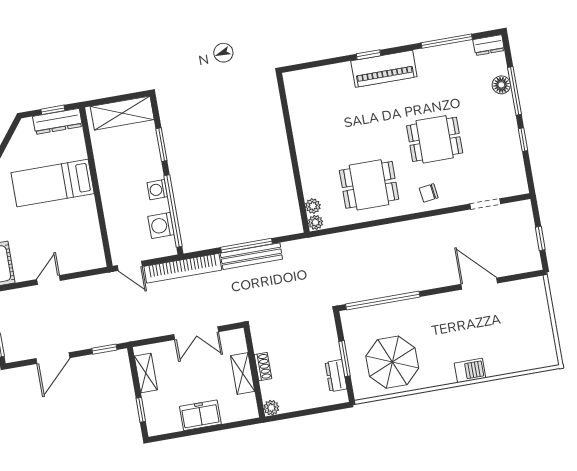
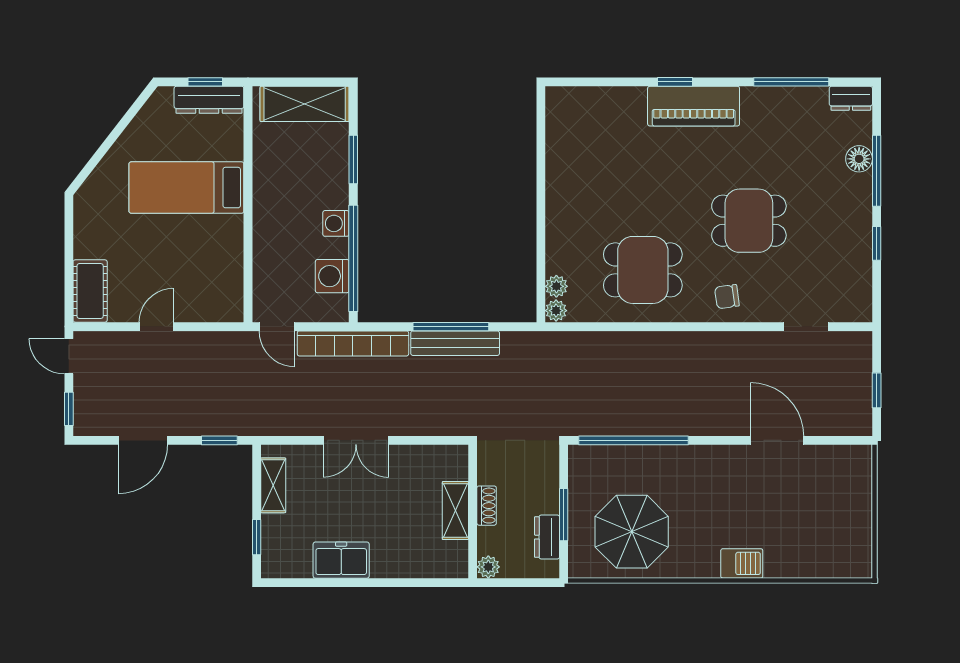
shoe rack: (263, 367) -> (487, 506), moved
wall: (254, 372) -> (473, 511), moved
shelving: (243, 374) -> (455, 511), moved
plant: (271, 408) -> (488, 567), moved

